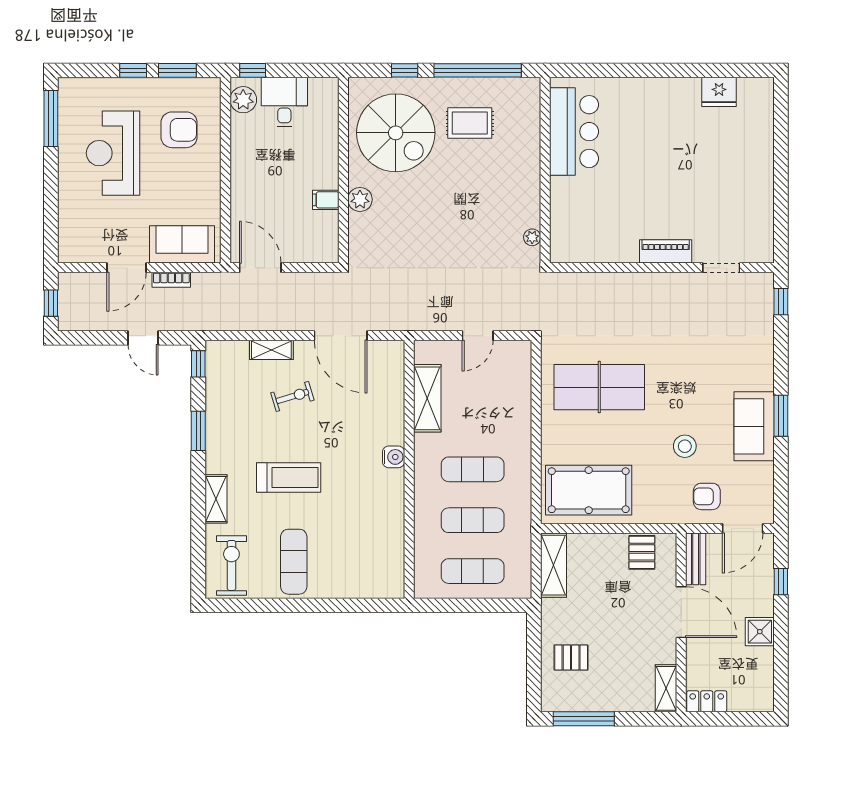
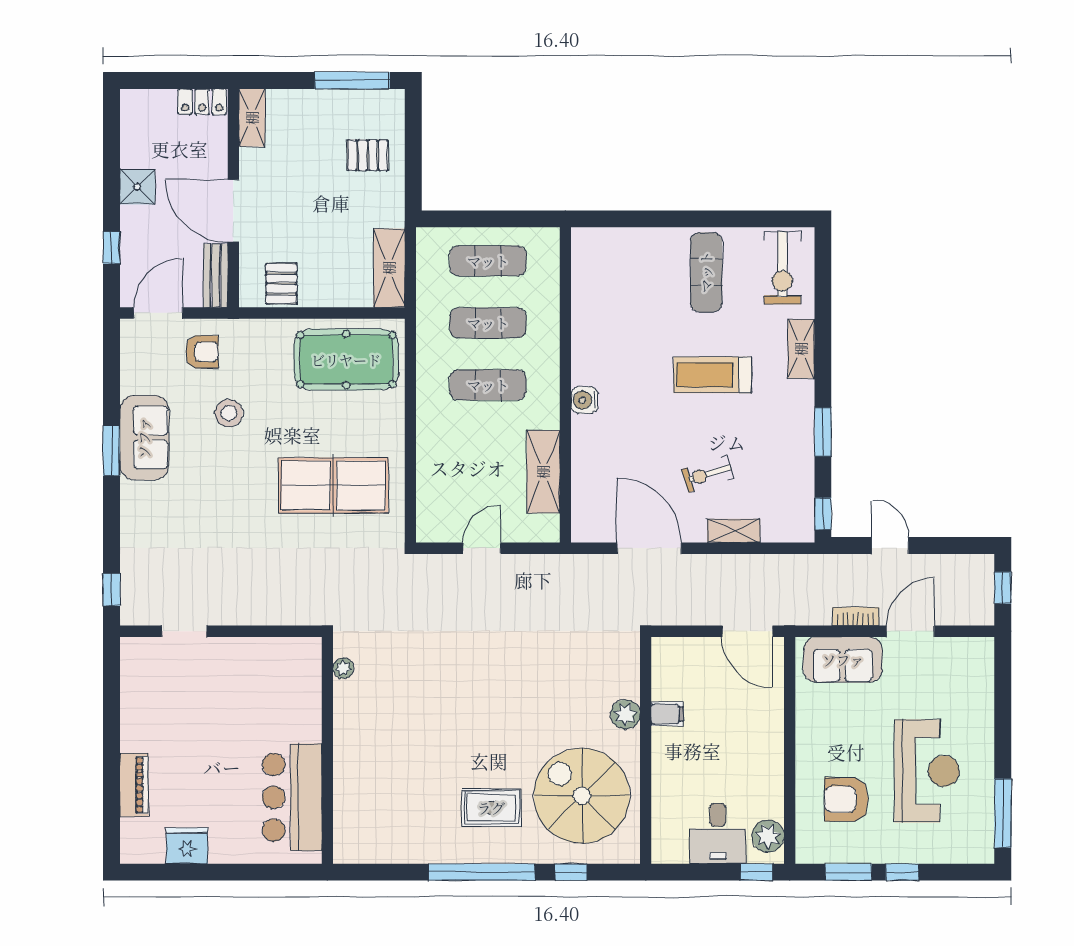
bar counter: (574, 132) -> (292, 797), moved
wall: (545, 170) -> (327, 750), moved
plant: (532, 237) -> (343, 668), moved
piano: (666, 251) -> (134, 785), moved, turned -90

